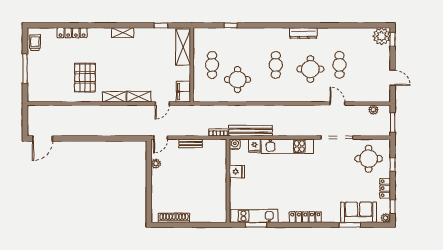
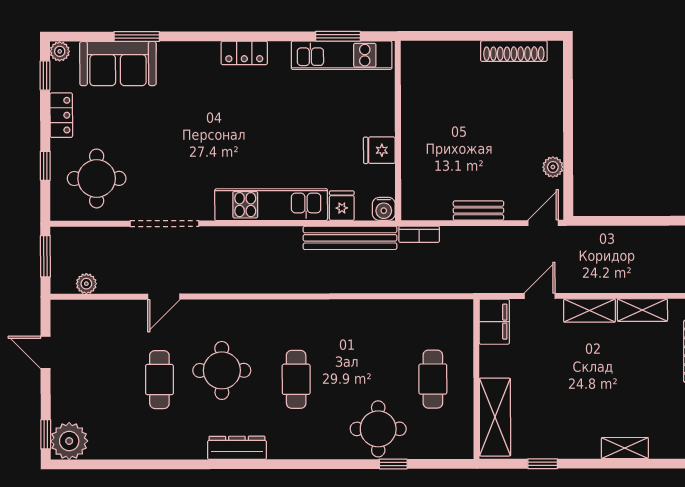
round table: (238, 80) -> (378, 429), moved
door: (337, 104) -> (164, 297), hinge flipped
locker: (305, 217) -> (244, 53), width x0.66

